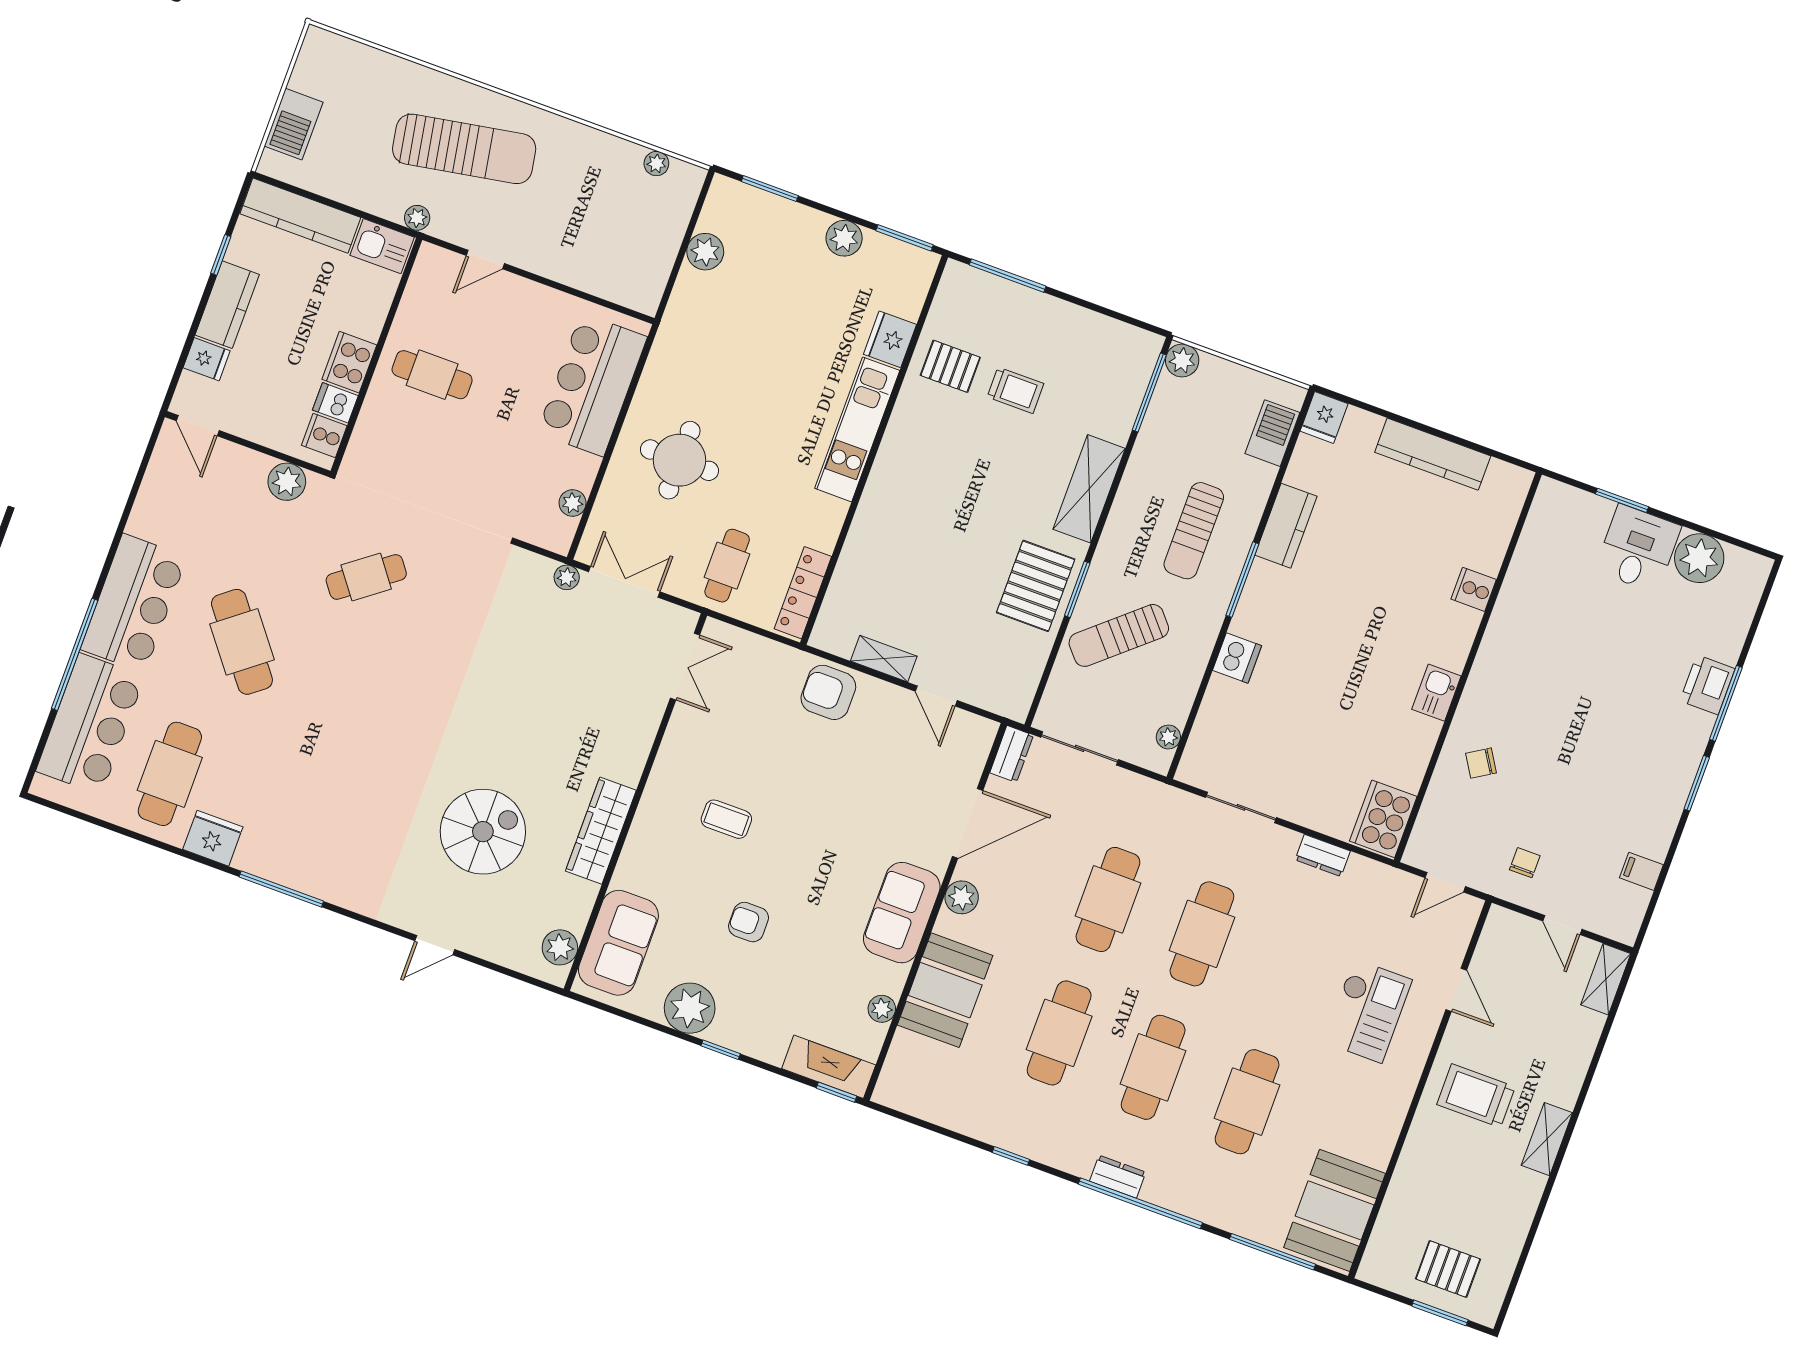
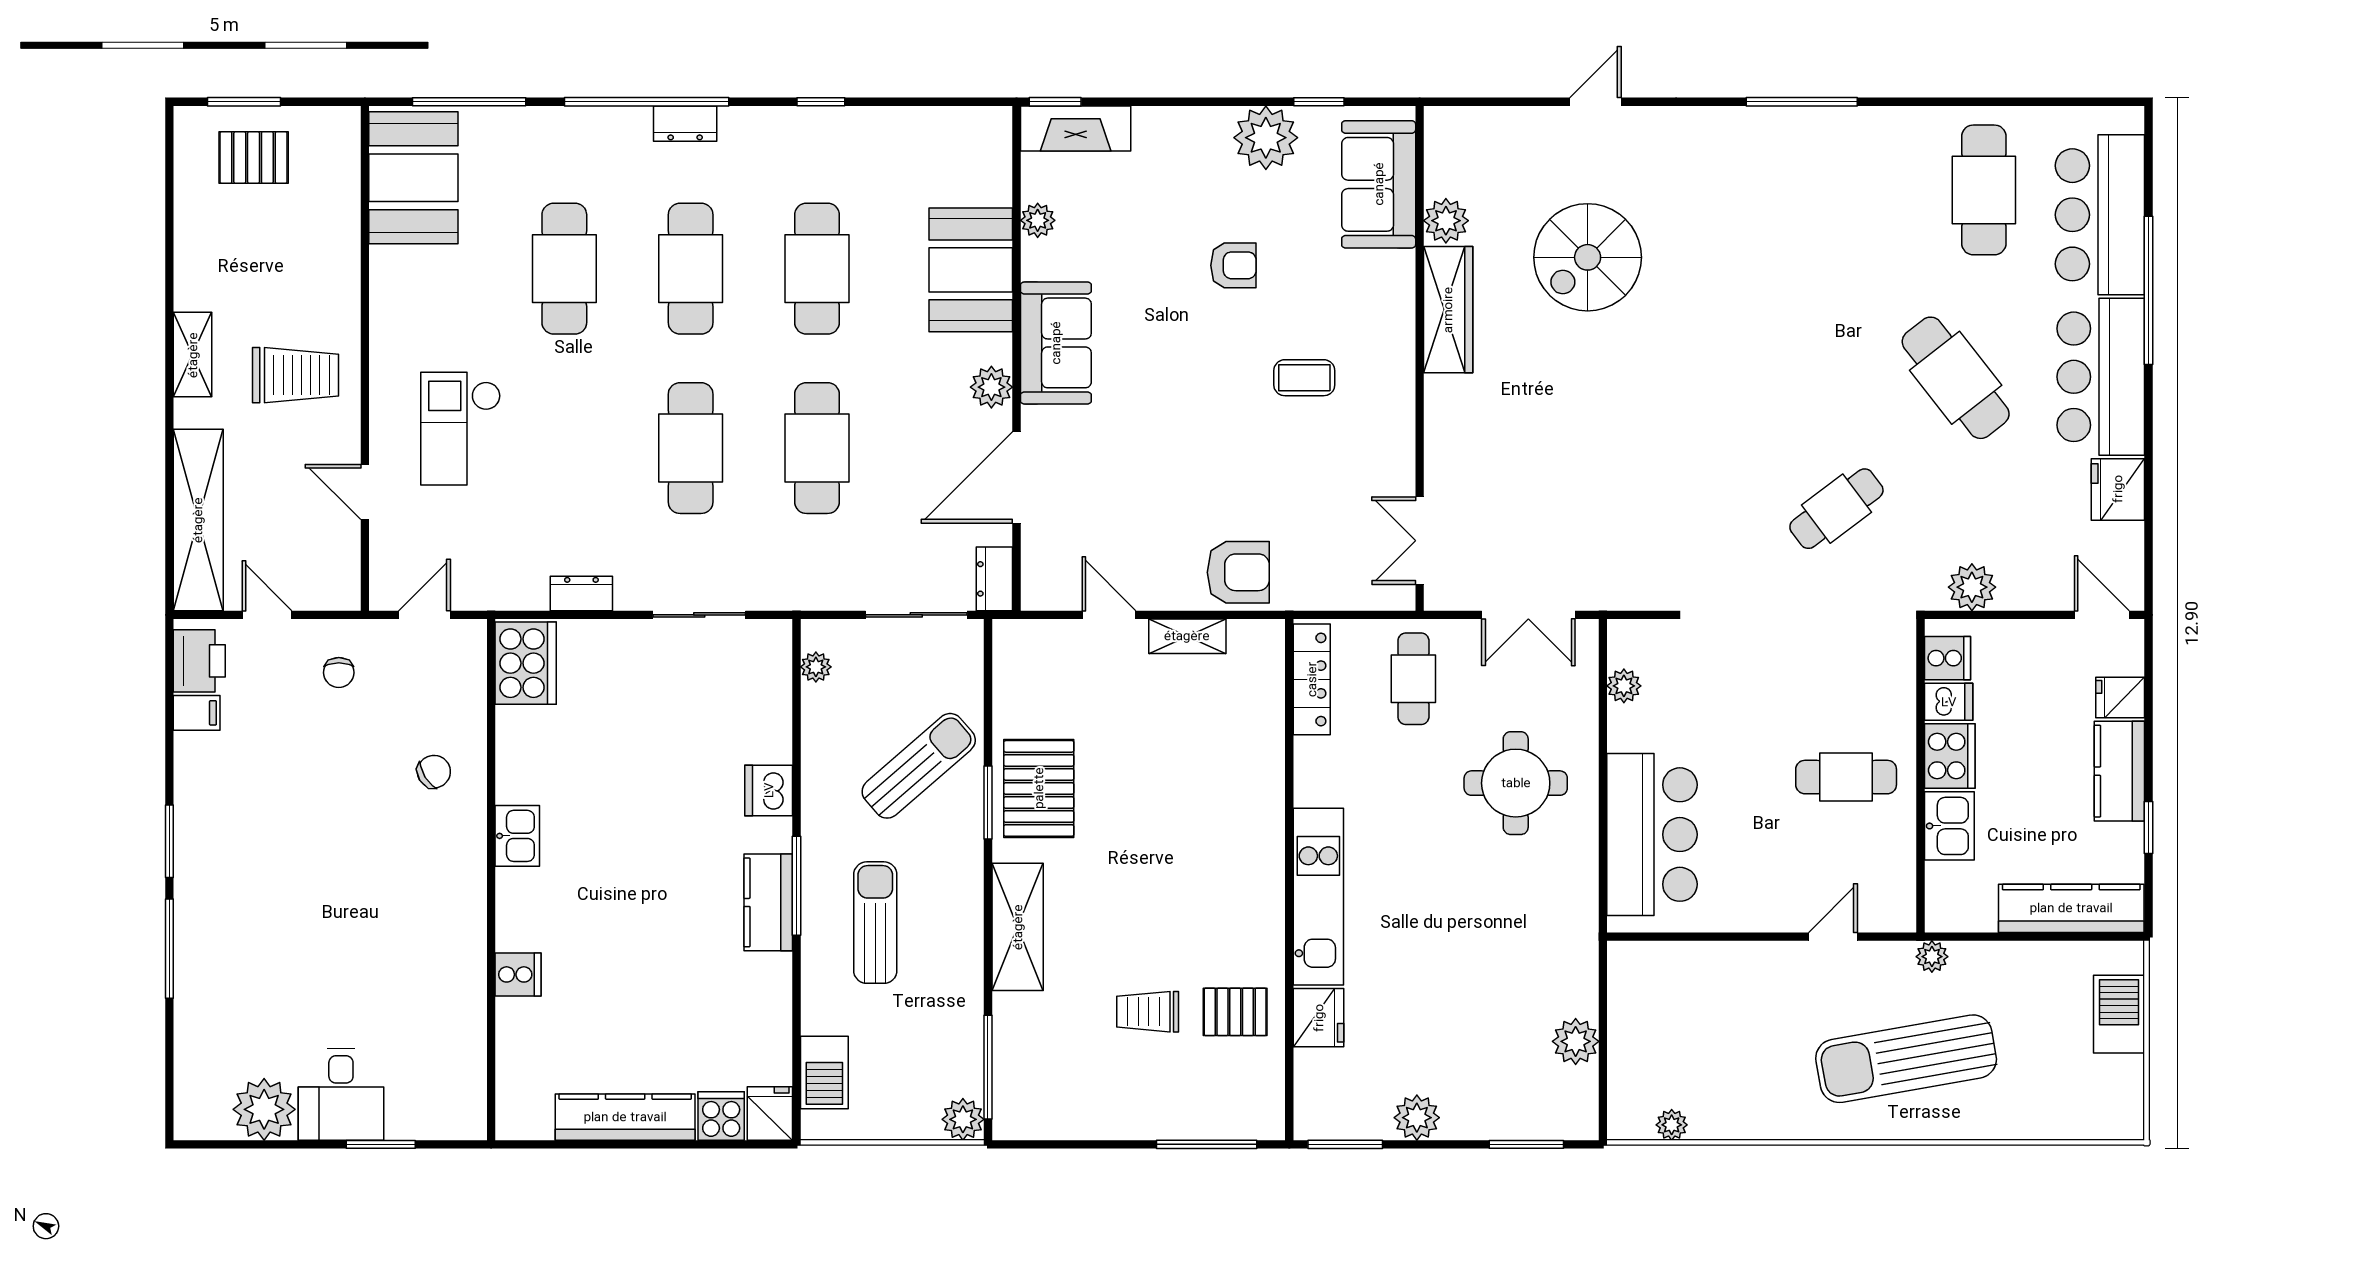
kitchen sink: (382, 246) -> (1949, 826), moved, turned 90
cooker: (1361, 429) -> (721, 1116), added
kitchen counter: (1286, 526) -> (768, 902), moved
plant: (567, 577) -> (1599, 595), removed
printer: (1707, 685) -> (199, 661), moved
fridge: (213, 838) -> (2118, 489), moved, turned 90
plant: (560, 947) -> (1446, 221), moved
shelving: (1606, 979) -> (198, 520), width x2.20, depth x1.33
window: (721, 1050) -> (1319, 102), moved

